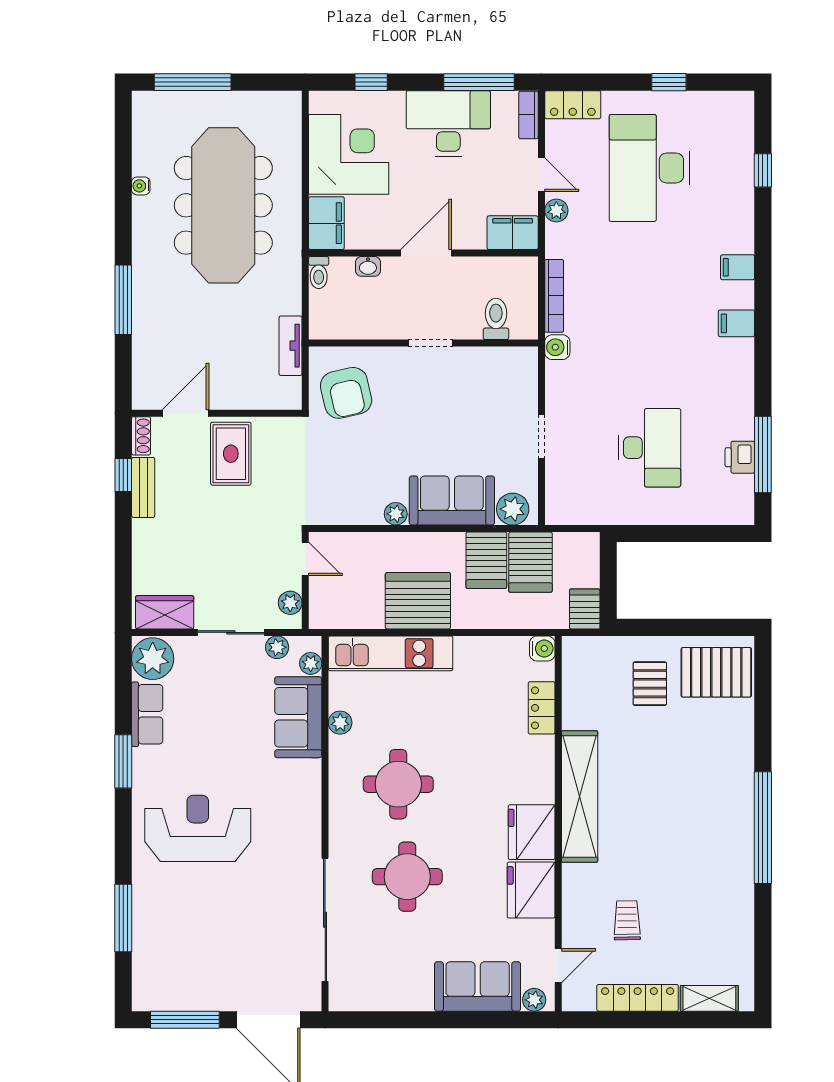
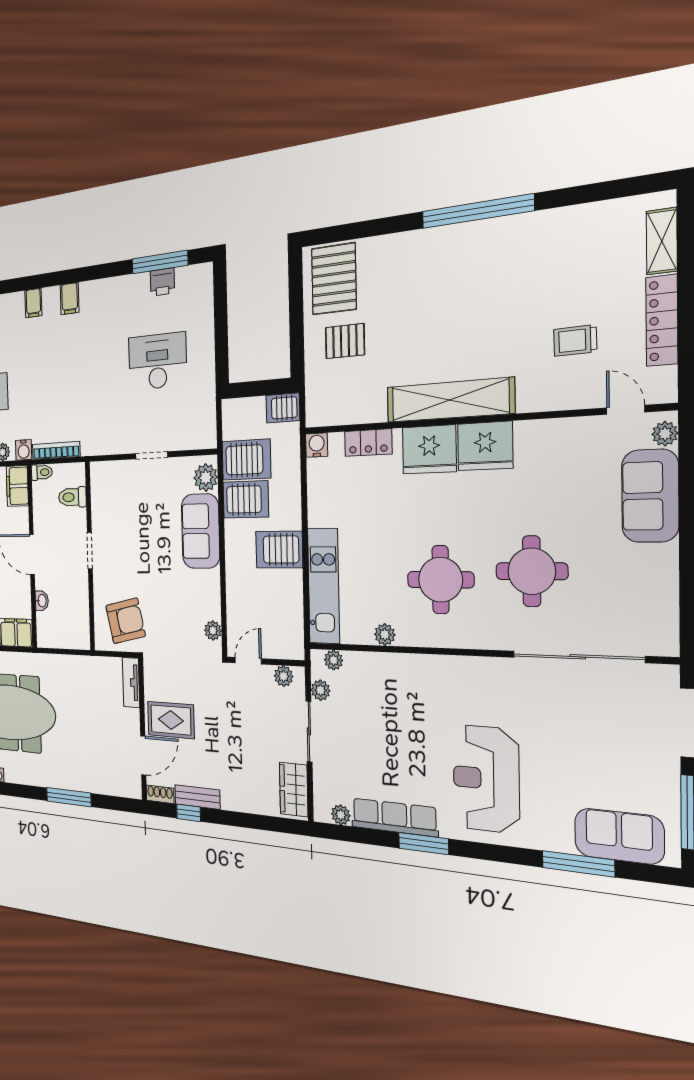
toilet: (319, 273) -> (42, 472), moved
tv unit: (291, 346) -> (131, 683), moved, turned 90
water cooler: (557, 347) -> (24, 450), moved
door: (185, 413) -> (143, 755), swing flipped
plant: (396, 514) -> (213, 630), moved
server rack: (418, 601) -> (279, 550), width x0.62
plant: (153, 659) -> (341, 815), width x0.53, depth x0.53
row of seats: (147, 714) -> (394, 817), width x1.48
sofa: (298, 717) -> (619, 836), moved, turned 180
fridge: (531, 890) -> (429, 449), moved

